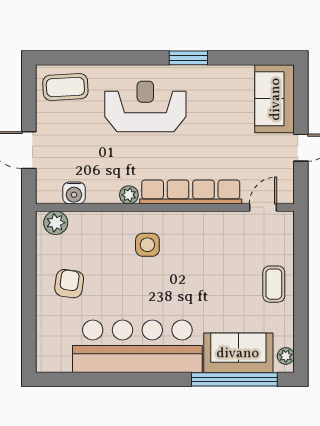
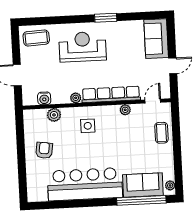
plant: (214, 220) -> (125, 110), added
plant: (56, 223) -> (54, 115), moved
coffee table: (274, 284) -> (161, 133), moved

